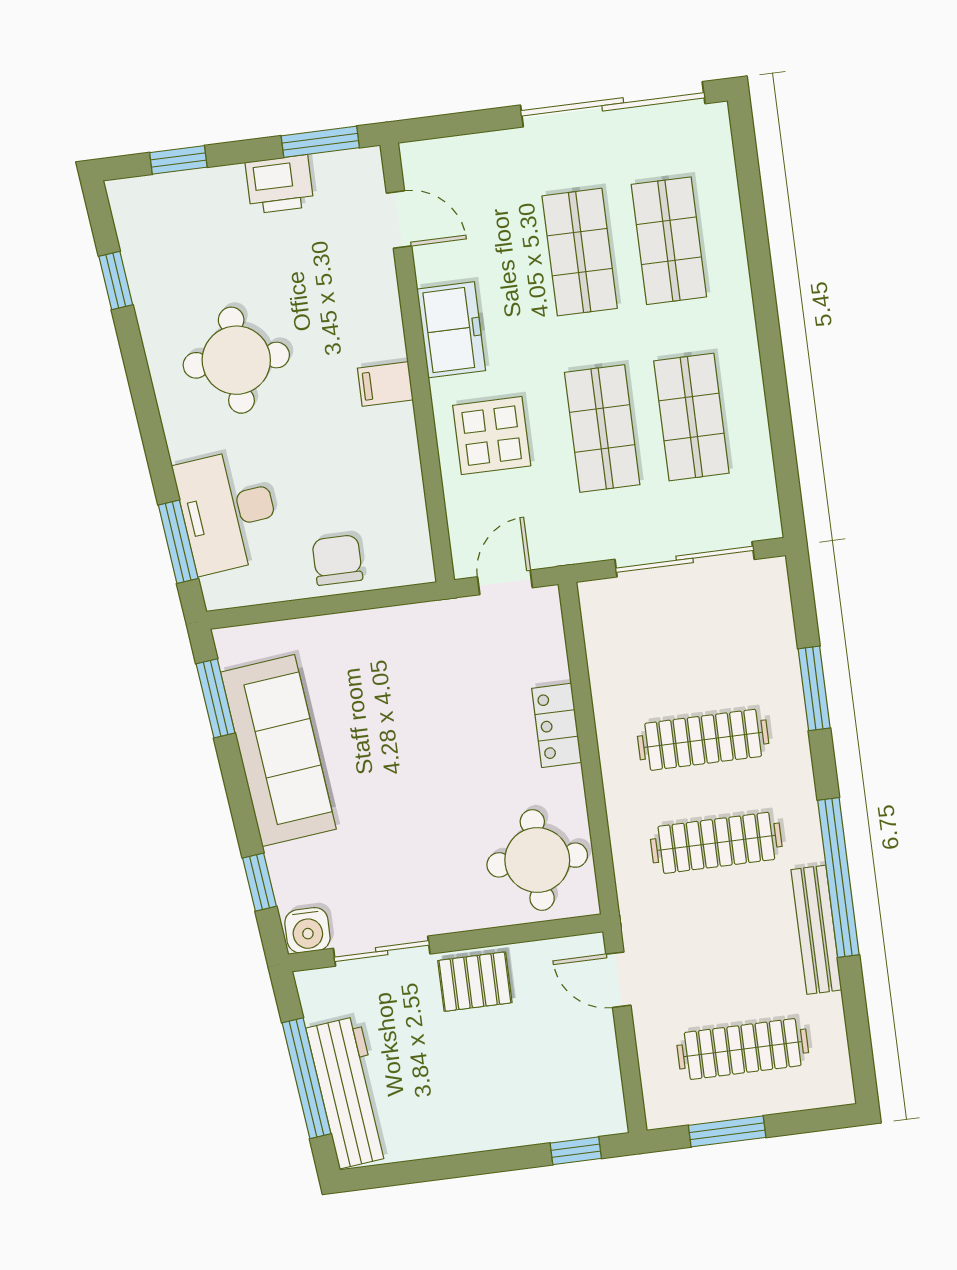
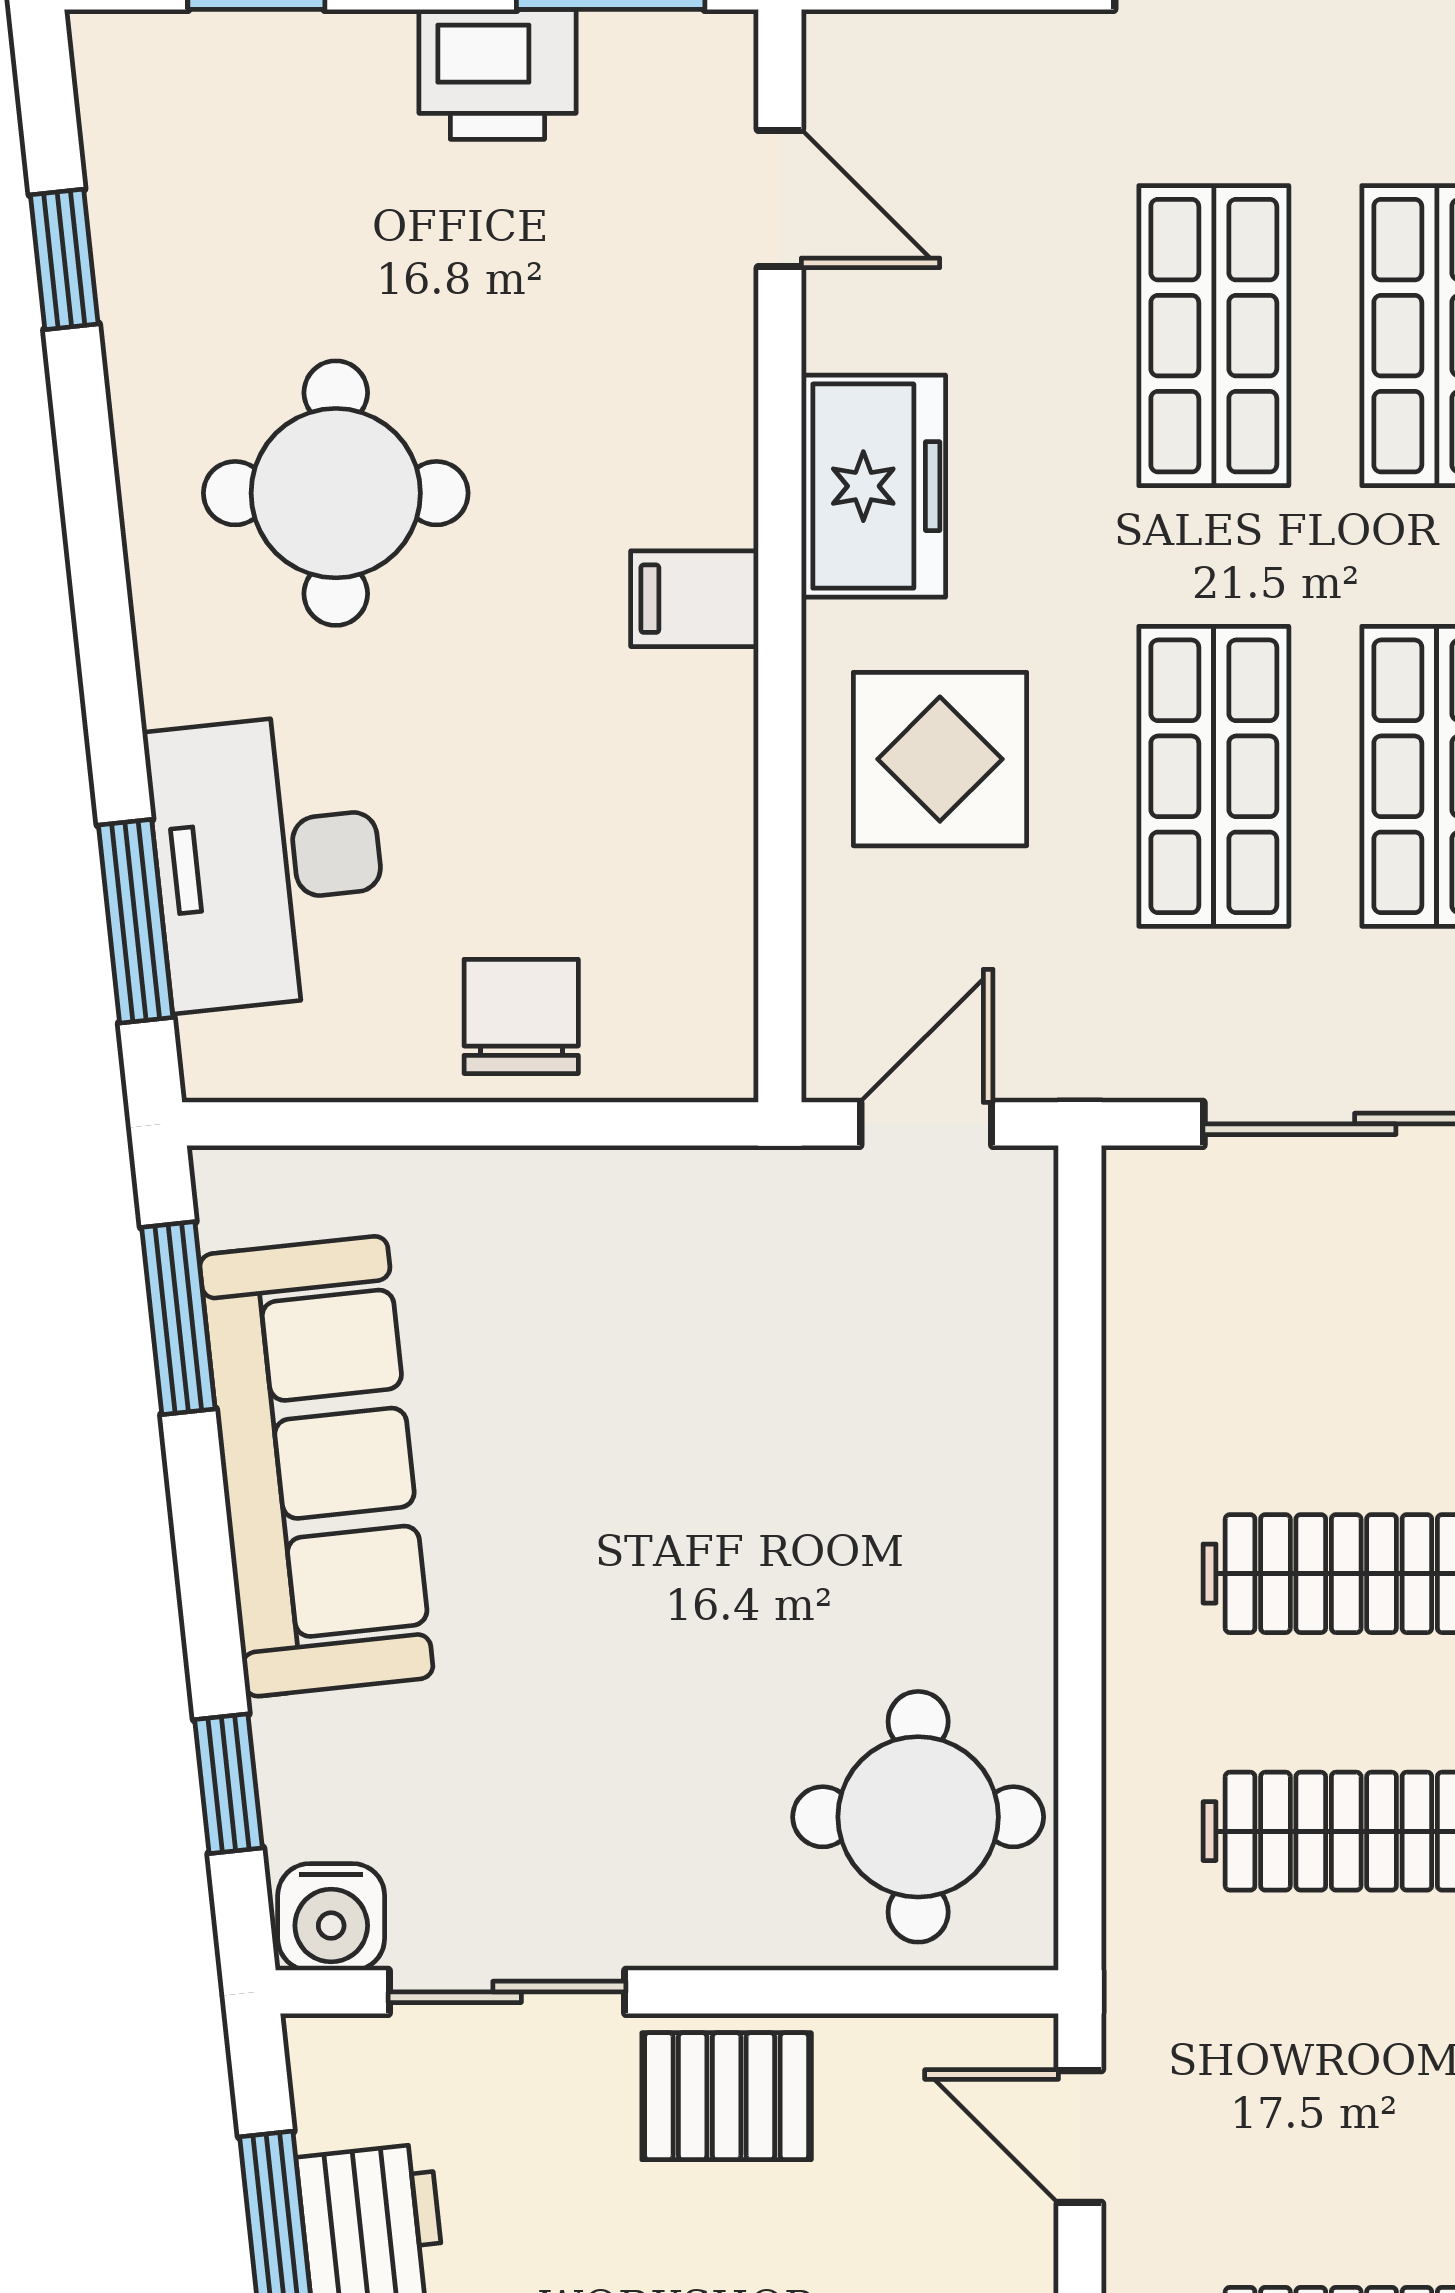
locker: (557, 725) -> (1008, 1492), removed

